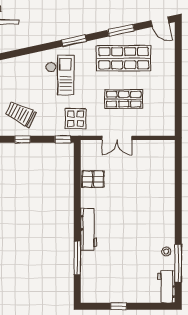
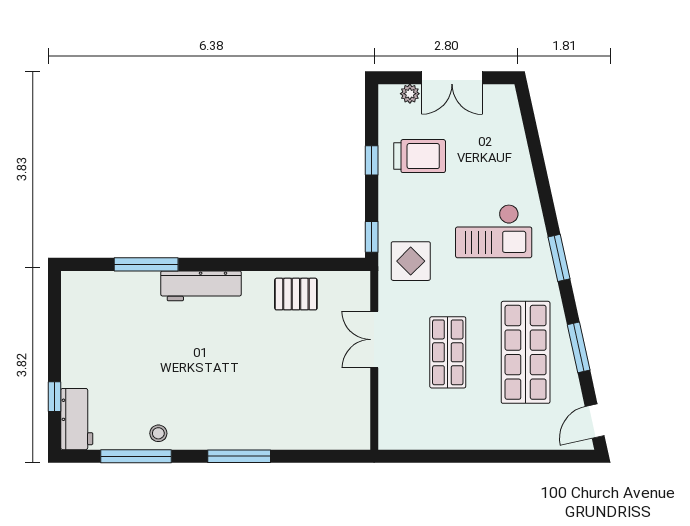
trolley: (20, 114) -> (420, 156), turned 63
pallet: (93, 179) -> (296, 294), turned 90
window: (178, 209) -> (239, 456), added
workbench: (167, 287) -> (77, 419), moved, turned 90
window: (119, 306) -> (55, 397), moved

